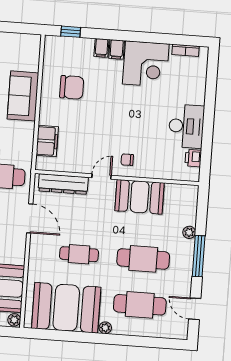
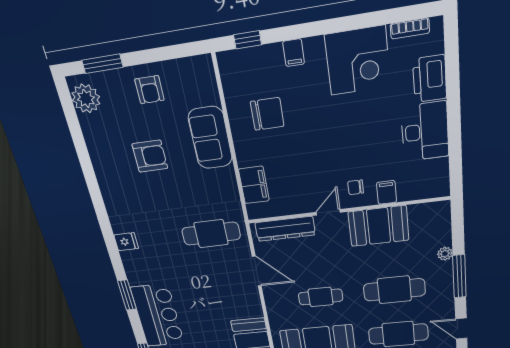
filing cabinet: (117, 49) -> (387, 192), moved, turned 180
printer: (193, 158) -> (430, 79), moved, width x1.87, depth x1.48

